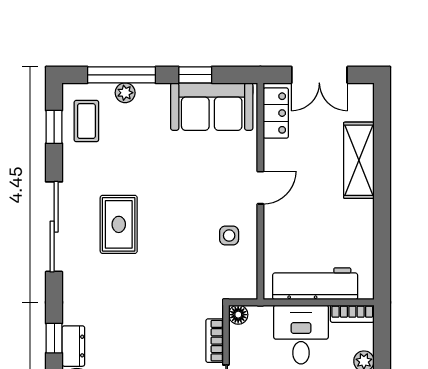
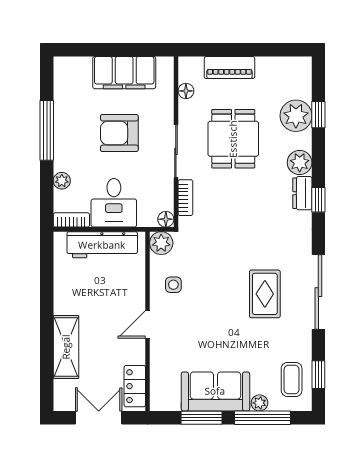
window: (195, 75) -> (202, 418), width x1.50
sofa: (212, 107) -> (215, 391), moved
plant: (244, 286) -> (161, 243), added

